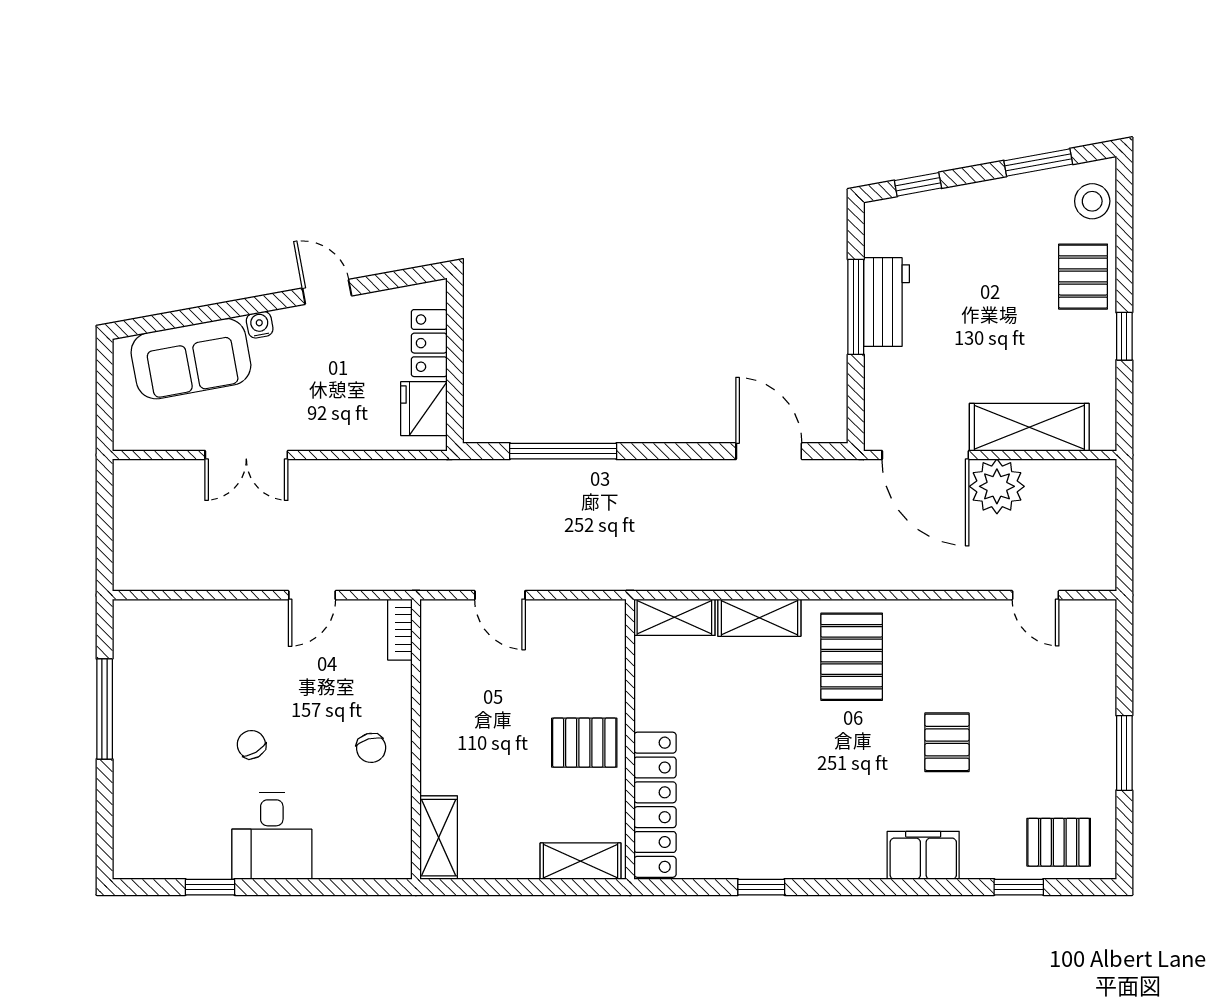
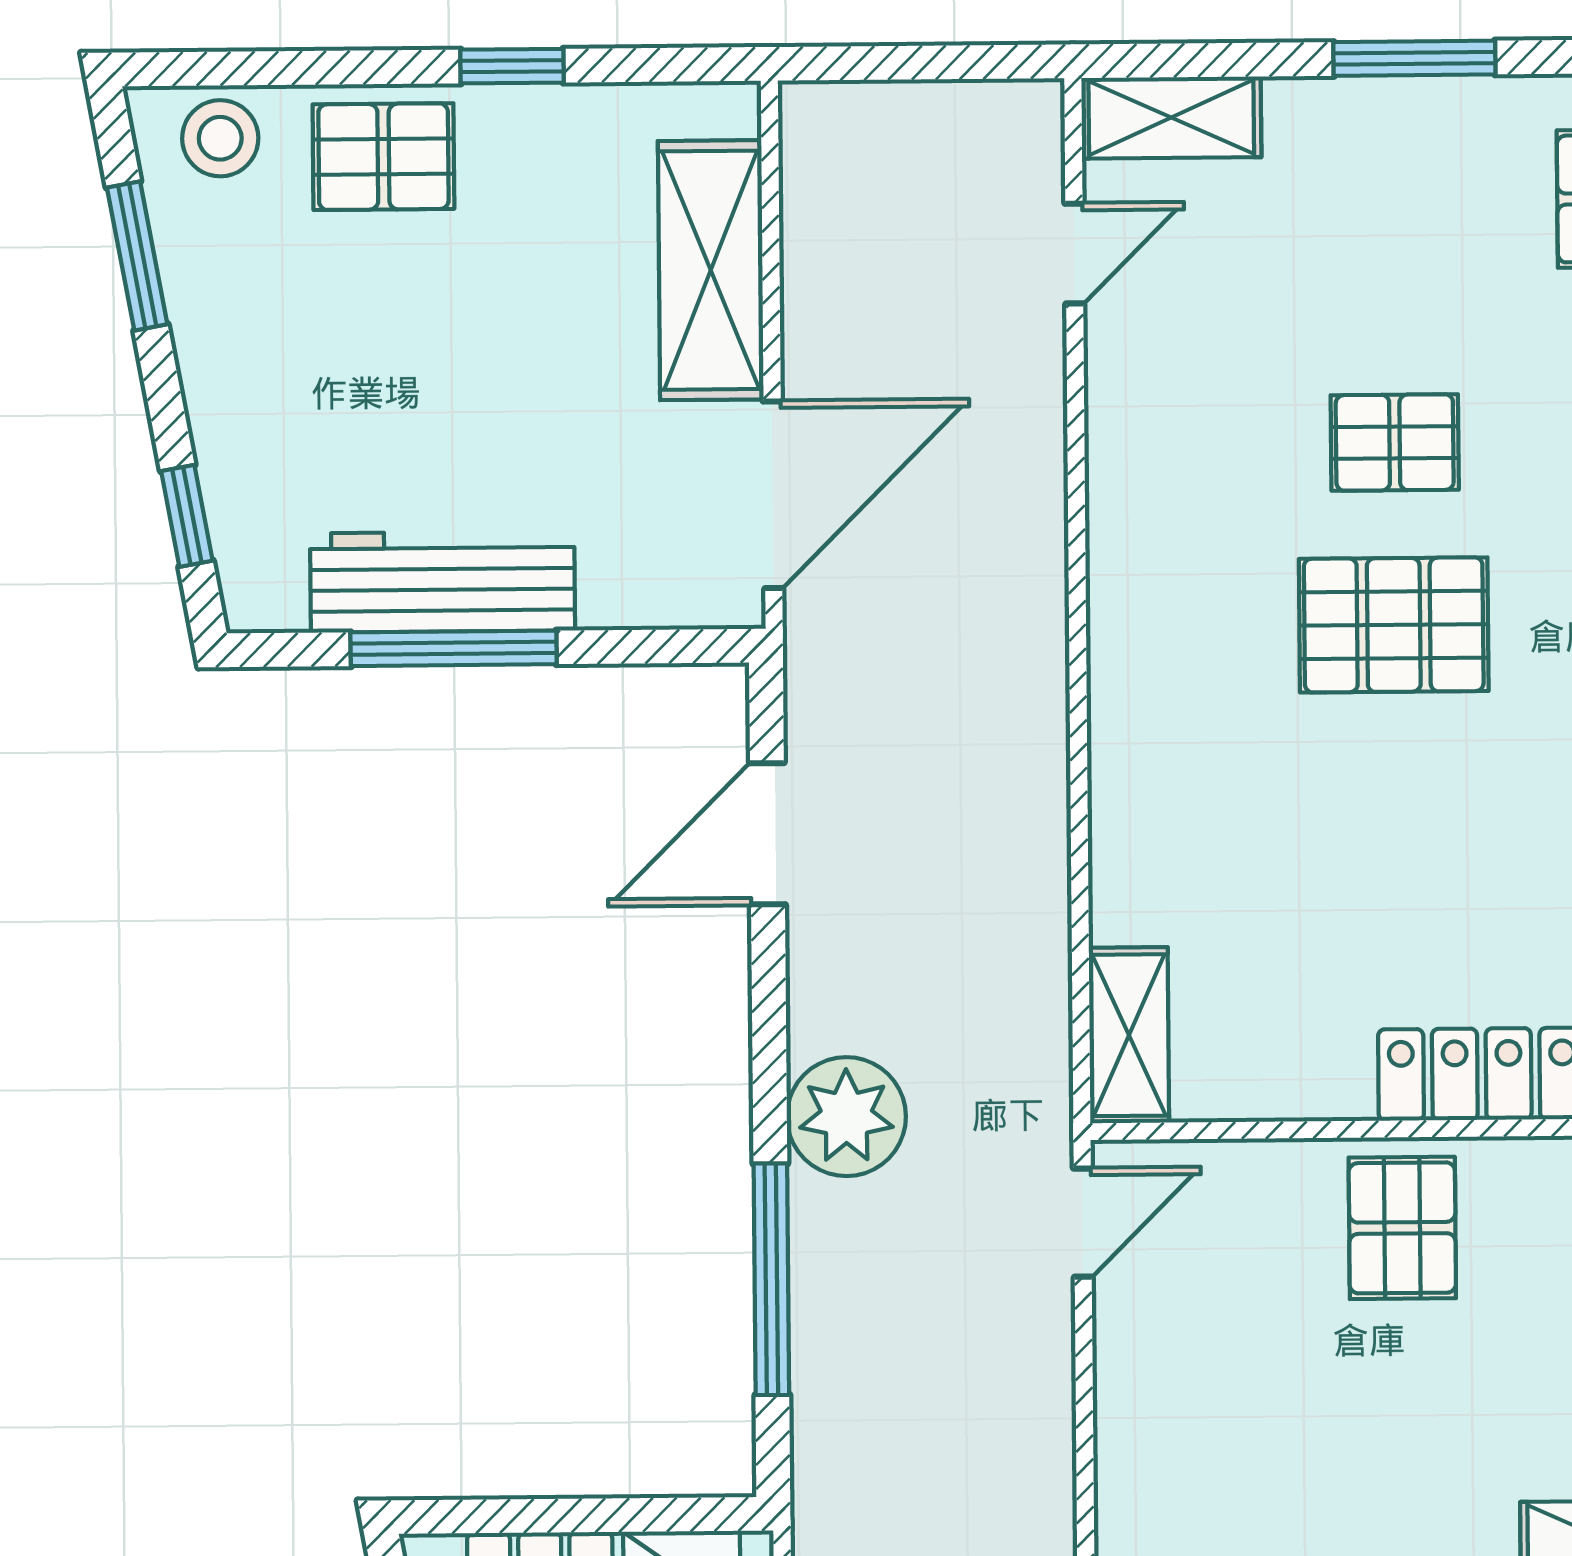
workbench: (886, 302) -> (442, 582), width x1.38
plant: (997, 486) -> (846, 1117), moved
door: (500, 595) -> (1083, 1223), moved
shelving: (759, 618) -> (1171, 118), moved, turned 90
pallet: (852, 657) -> (1394, 625), moved

